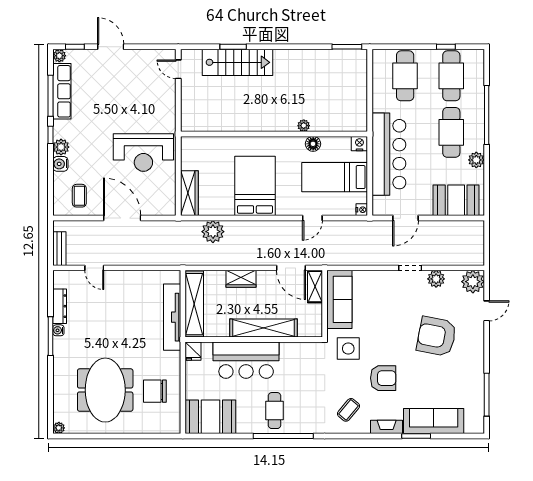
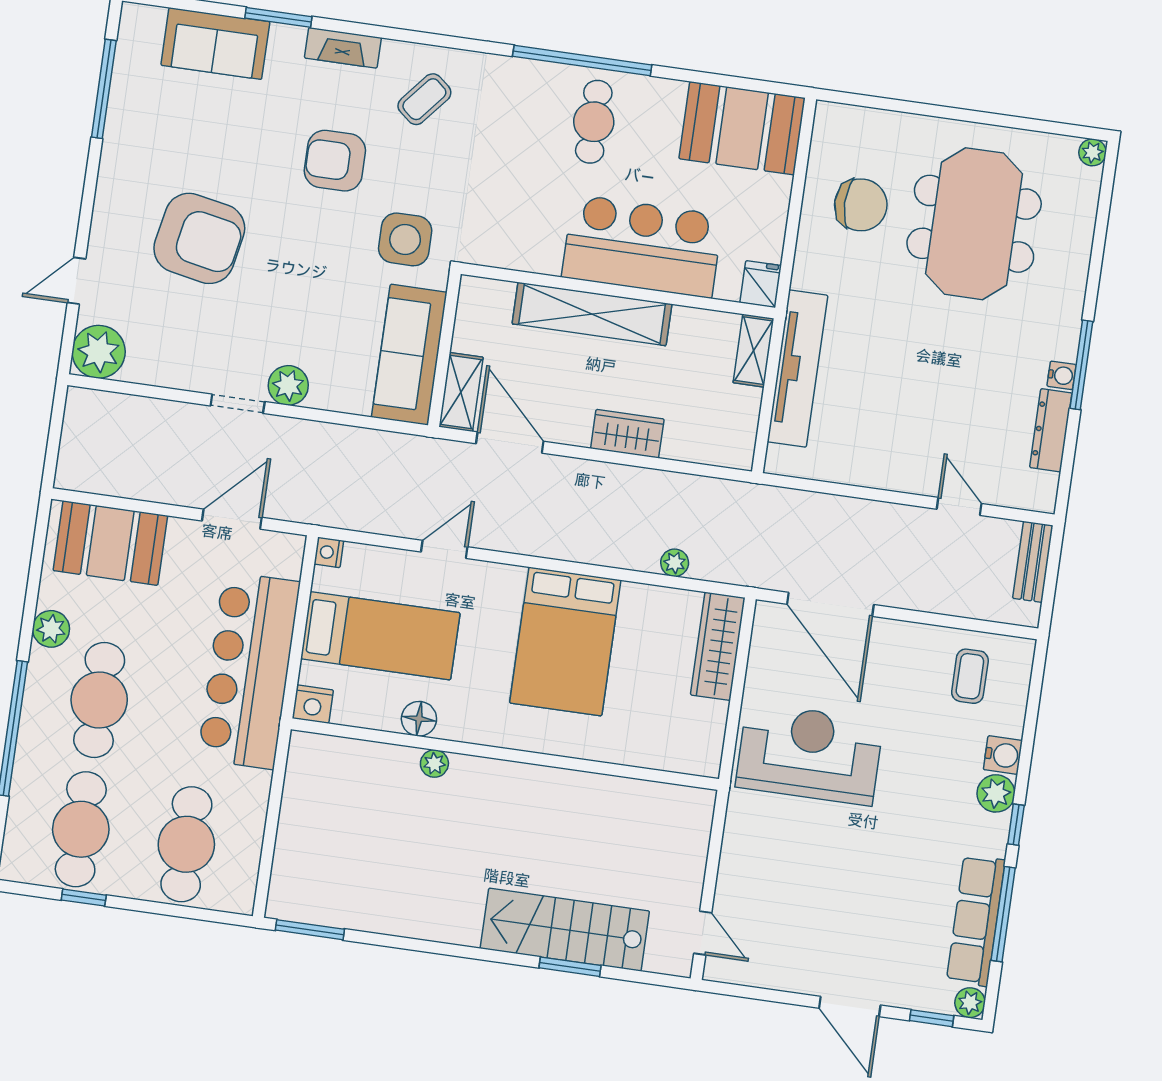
door: (122, 218) -> (830, 604), moved
plant: (213, 232) -> (675, 563), width x0.53, depth x0.53
plant: (436, 279) -> (288, 385), moved
shelving: (194, 304) -> (753, 351), width x0.45, depth x0.75
sofa: (434, 421) -> (215, 43), width x0.73

